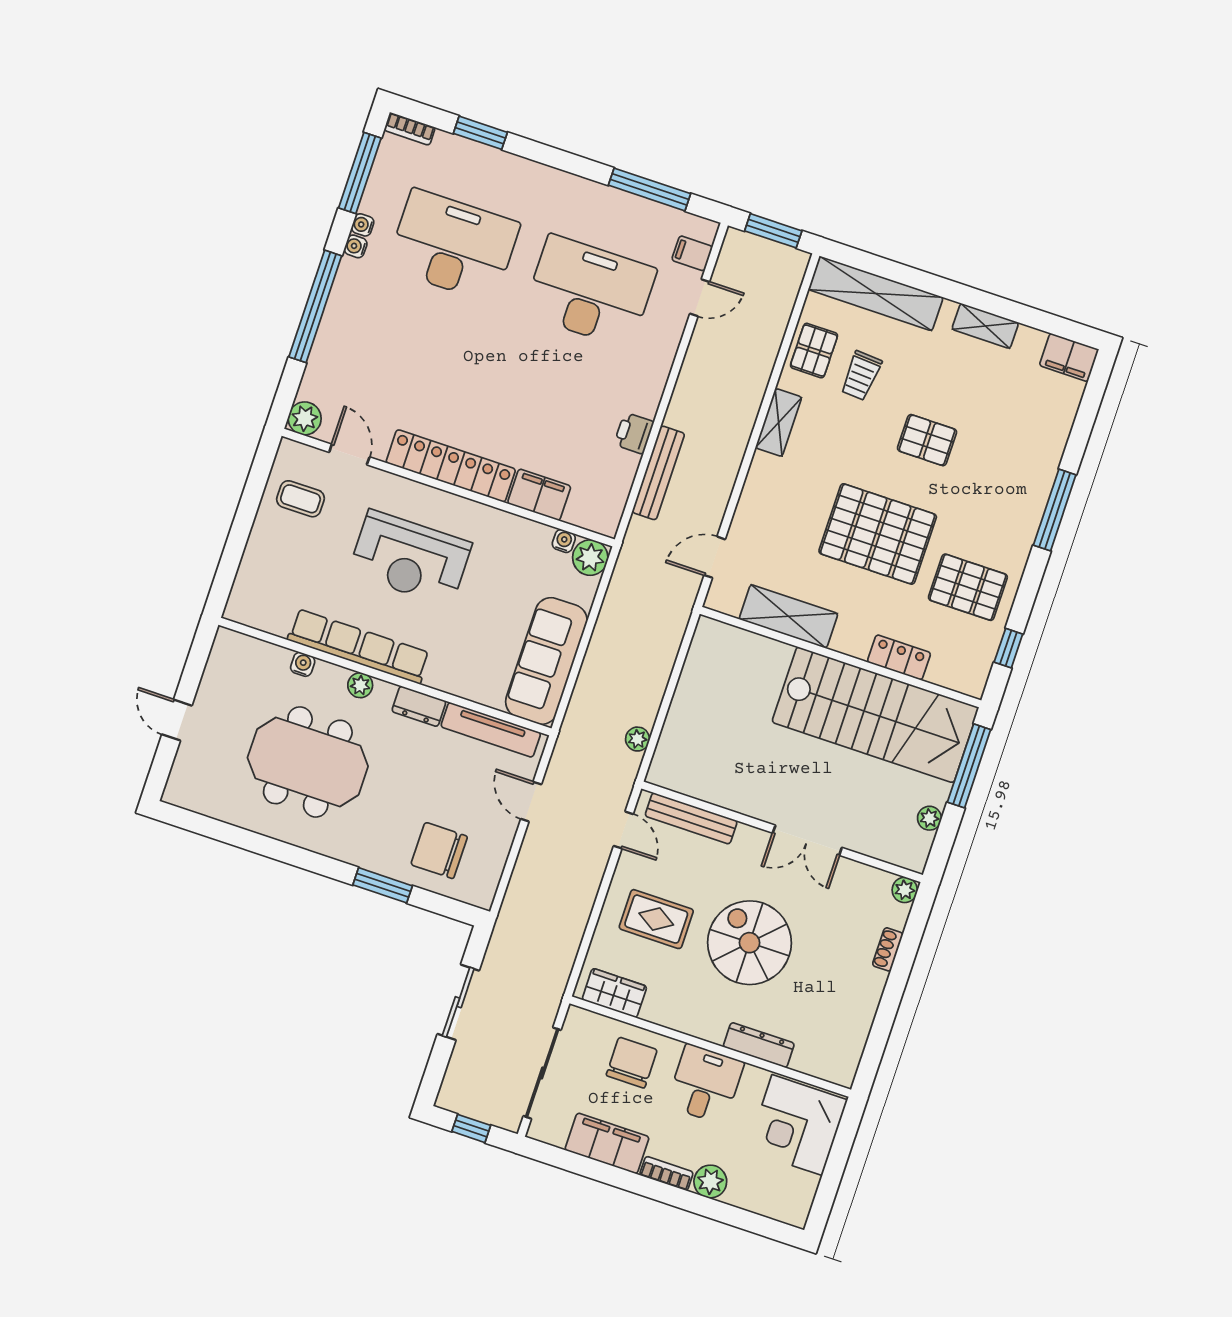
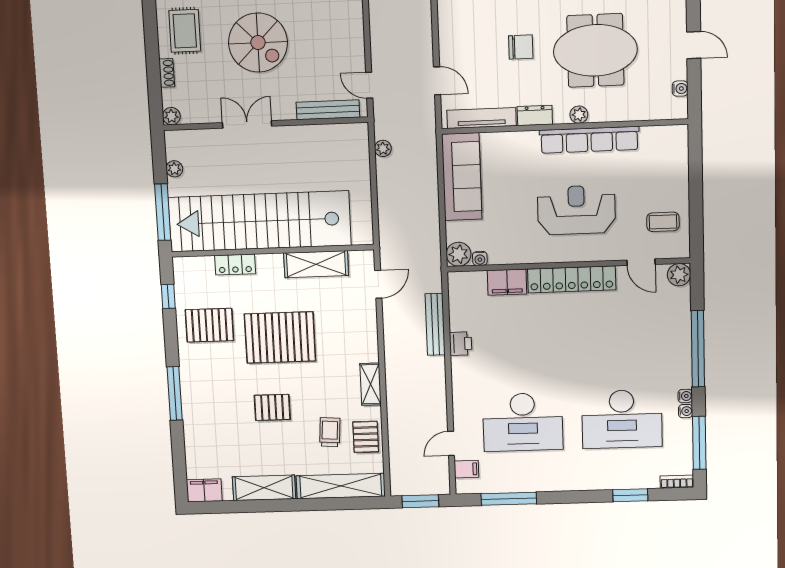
shelving: (985, 326) -> (264, 488), width x1.50, depth x1.33
water cooler: (303, 664) -> (680, 89), moved, turned -90
stairs: (875, 715) -> (260, 221), width x1.36
chair: (439, 850) -> (521, 47), moved, width x0.73, depth x0.73
rug: (656, 919) -> (185, 31), moved, turned 90

